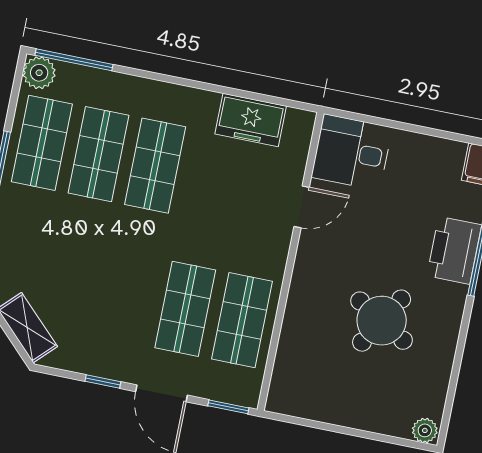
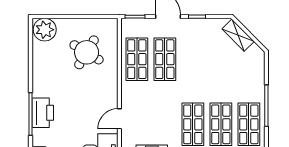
round table: (382, 321) -> (87, 52), moved
plant: (425, 430) -> (45, 30), width x1.87, depth x1.87

